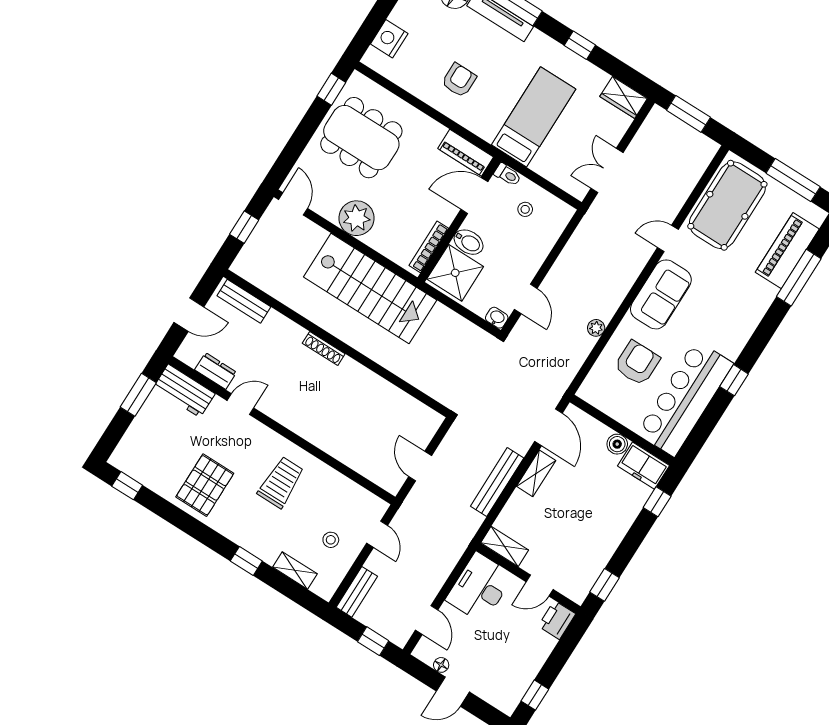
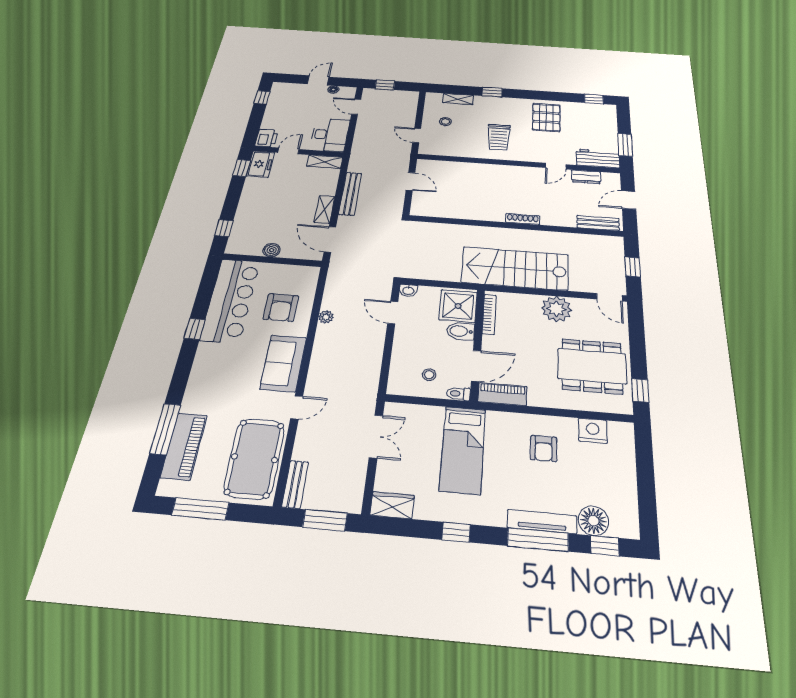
nightstand: (389, 39) -> (593, 431), moved, turned -90
freezer: (644, 466) -> (261, 164), moved, turned 90
bench: (357, 592) -> (295, 484), moved

